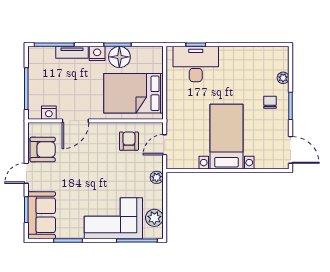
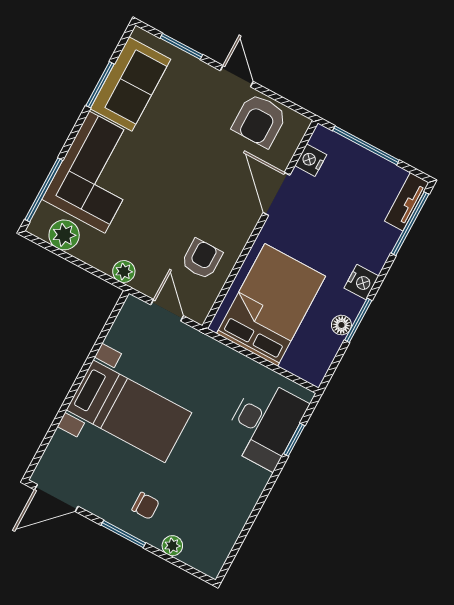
tv unit: (72, 52) -> (407, 202), moved
floor lamp: (119, 57) -> (341, 325), width x0.53, depth x0.53
armchair: (129, 141) -> (202, 259), turned -90
sofa: (42, 215) -> (130, 84), moved, turned -90

